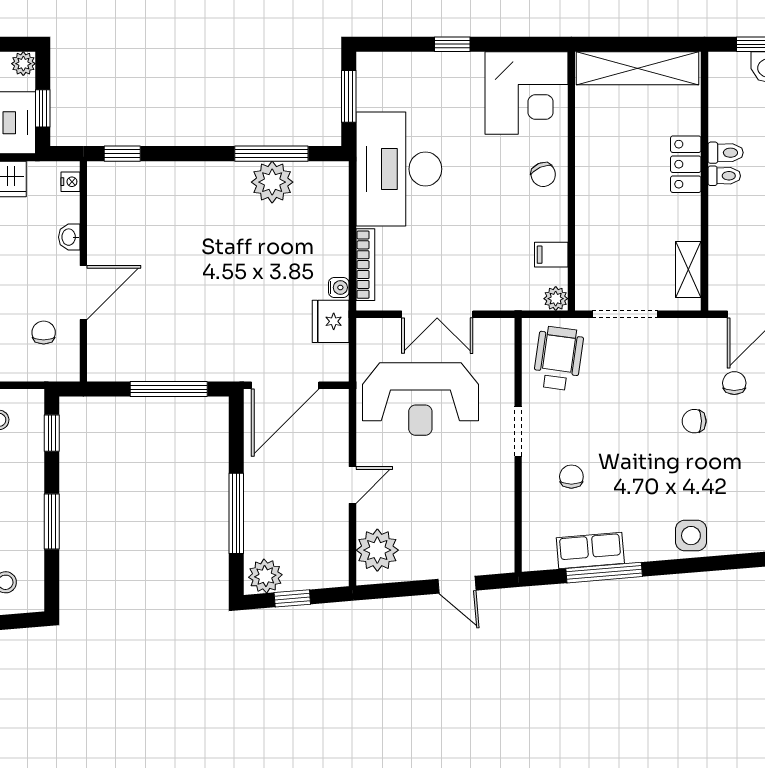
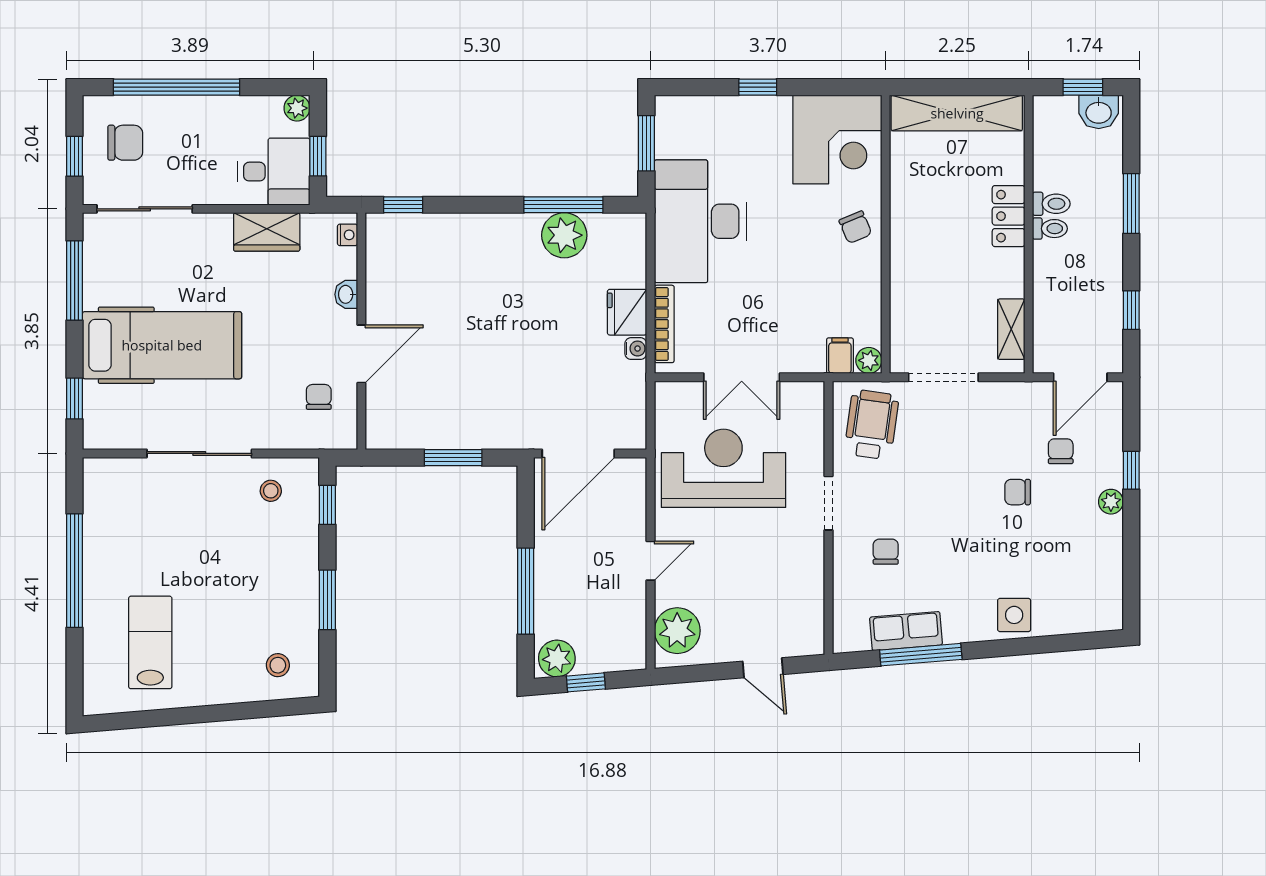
filing cabinet: (551, 255) -> (840, 356), moved, turned 90
fridge: (331, 321) -> (627, 312), moved
window: (169, 389) -> (453, 458), width x0.69
reception desk: (420, 399) -> (723, 468), turned 180

